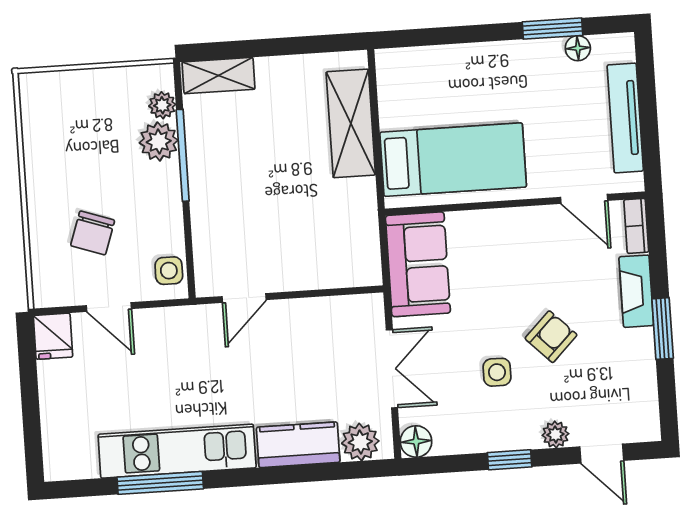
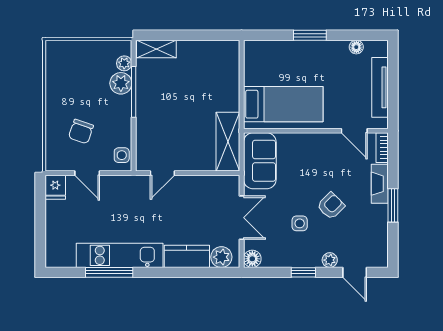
window: (552, 29) -> (310, 35), moved
shelving: (351, 123) -> (228, 142), moved

